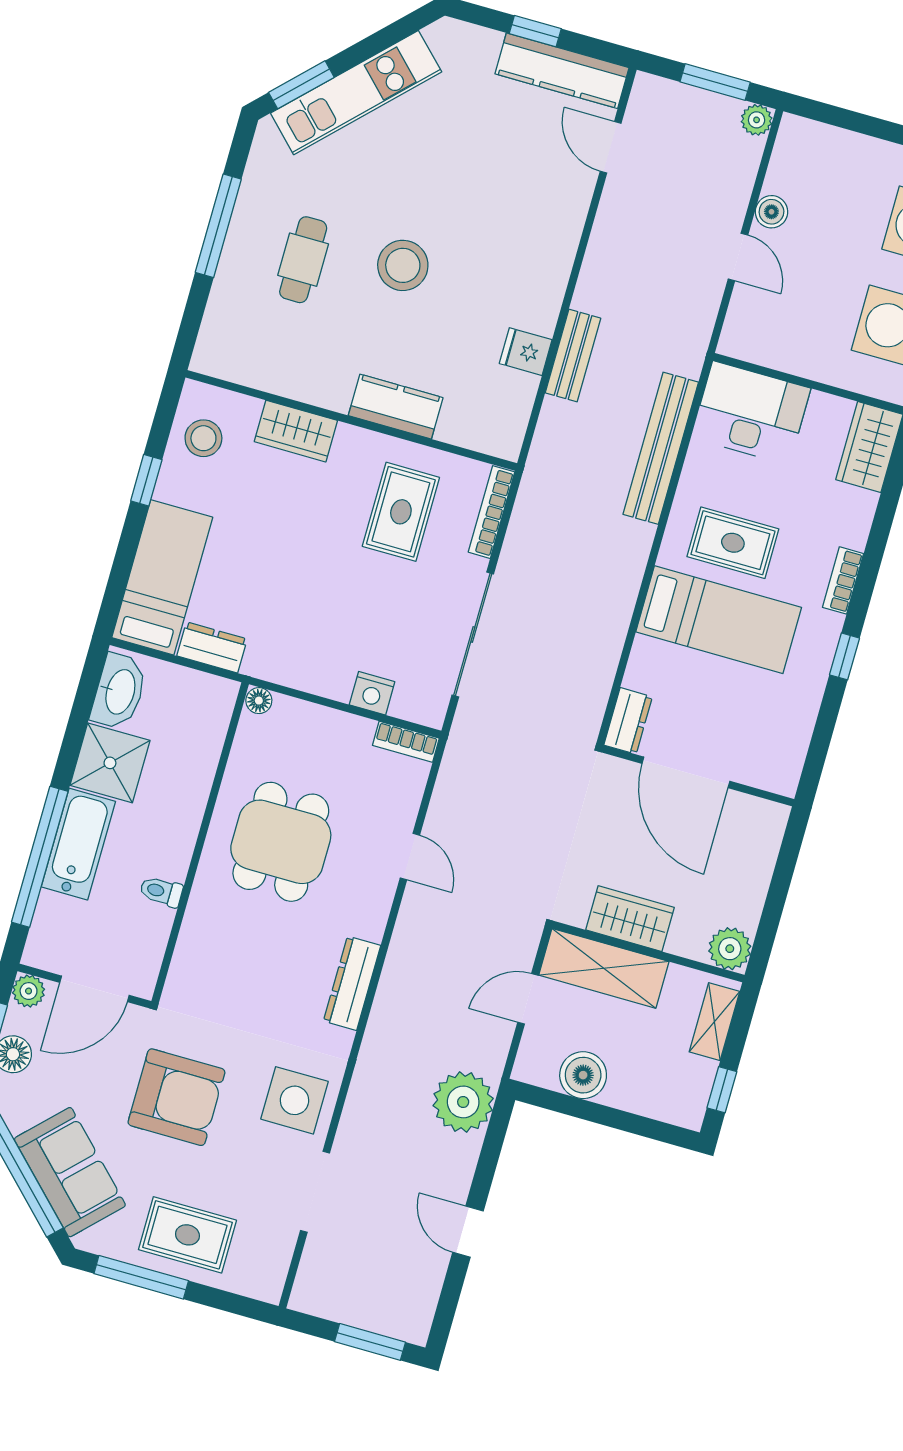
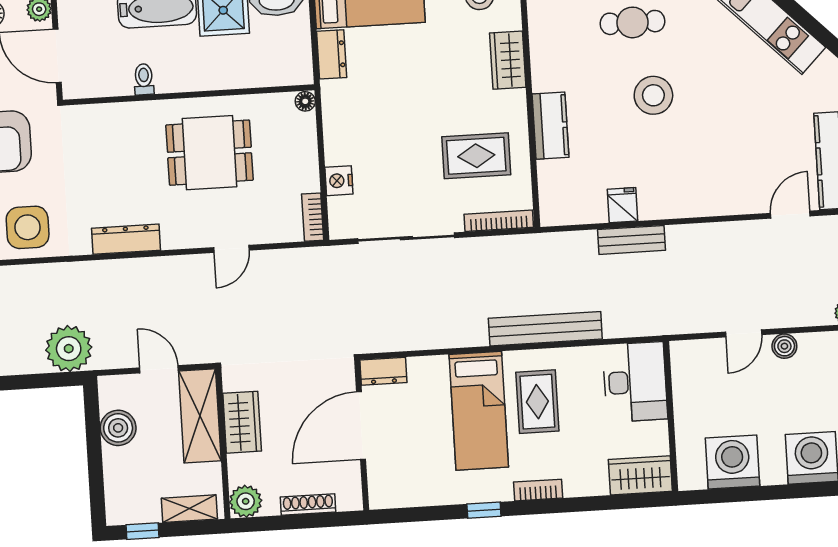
bench: (661, 448) -> (545, 329), moved
shoe rack: (761, 873) -> (308, 504), added

